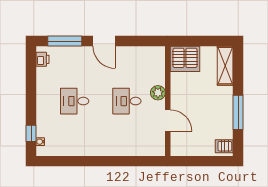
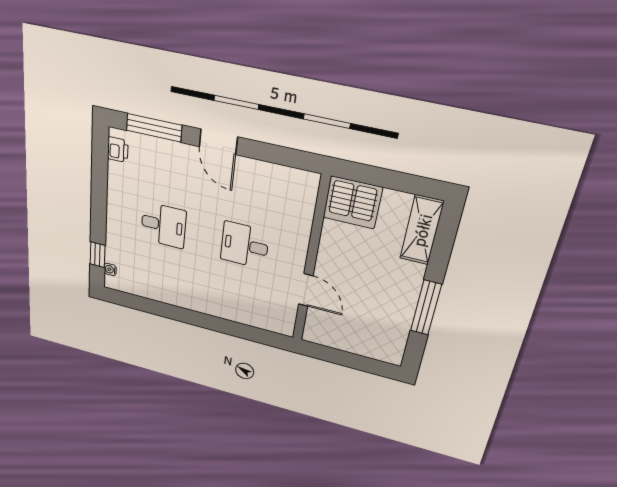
plant: (158, 93) -> (297, 245), removed
desk: (75, 101) -> (163, 225), turned 180
server rack: (224, 146) -> (390, 350), removed

